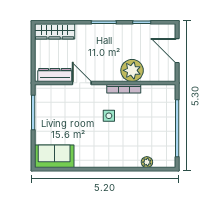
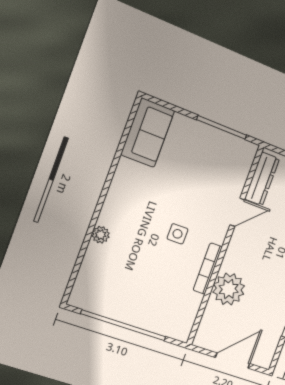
plant: (147, 162) -> (101, 235), moved

